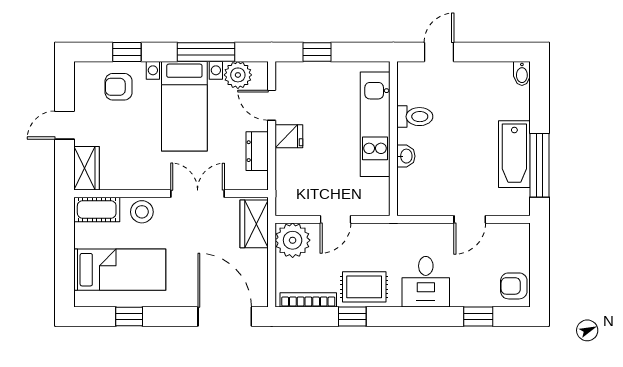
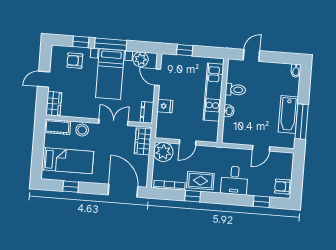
window: (206, 52) -> (111, 44), moved
fridge: (289, 136) -> (165, 106), moved
dresser: (257, 151) -> (147, 112), moved

